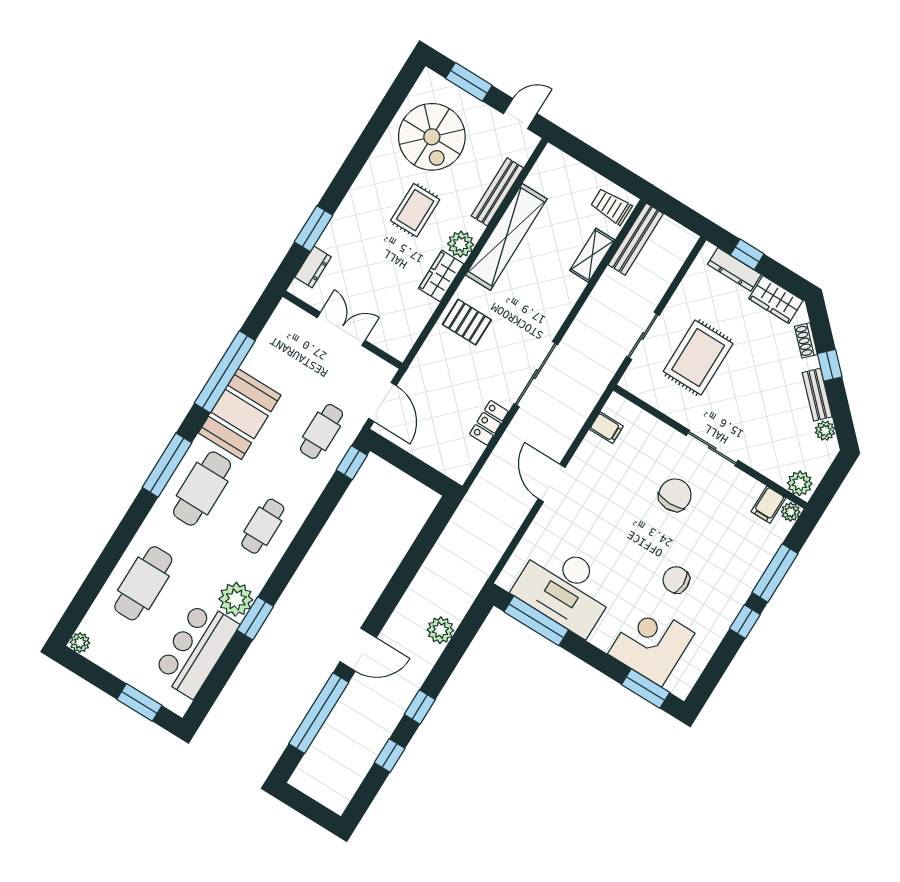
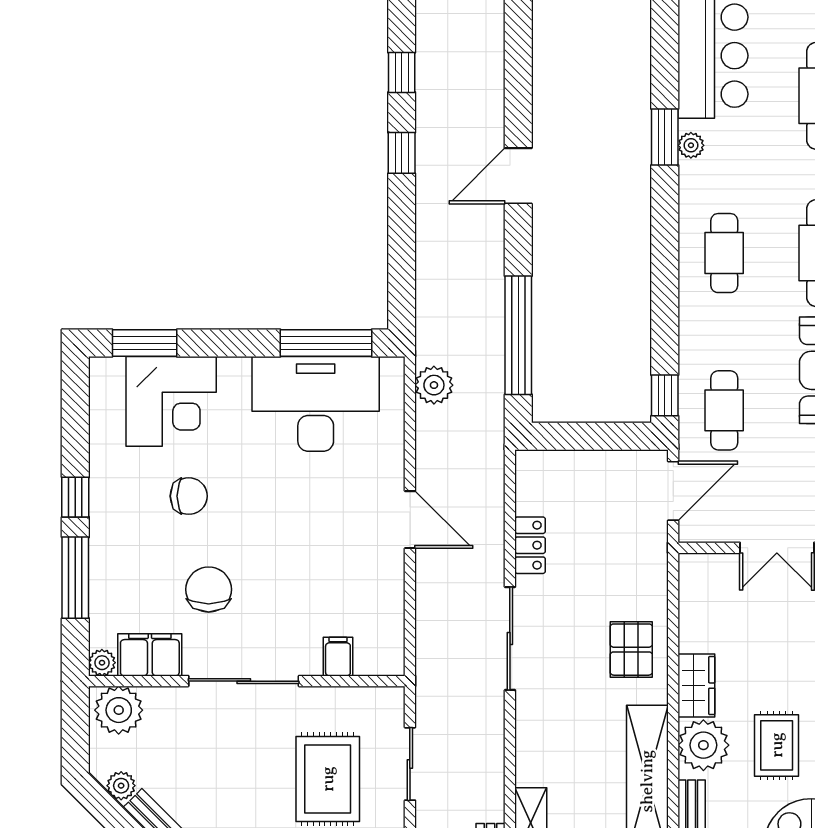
plant: (461, 244) -> (703, 745), width x1.36, depth x1.36
pallet: (467, 322) -> (631, 650), turned 90
door: (382, 402) -> (673, 491), swing flipped
filing cabinet: (606, 428) -> (338, 657), moved, turned 90
sliding door: (712, 448) -> (244, 681), width x1.37
plant: (800, 483) -> (119, 710), width x1.36, depth x1.36
chair: (675, 495) -> (209, 589), moved, turned 180
filing cabinet: (768, 505) -> (150, 655), width x2.00
plant: (236, 599) -> (691, 145), width x0.53, depth x0.53
plant: (440, 630) -> (434, 385), moved
window: (319, 713) -> (518, 335), moved

